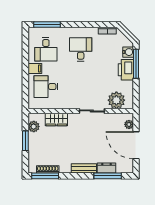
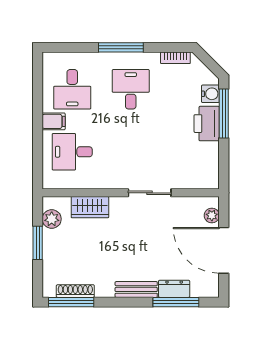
window: (47, 24) -> (121, 47), moved
plant: (116, 100) -> (191, 175), removed

